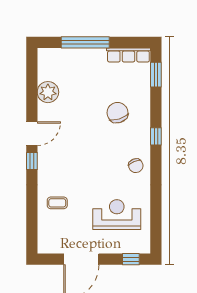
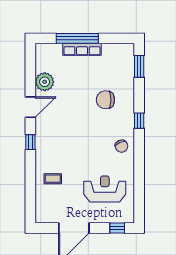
row of seats: (128, 55) -> (82, 49), moved
chair: (117, 113) -> (105, 100), turned -72
door: (32, 134) -> (30, 107), moved

